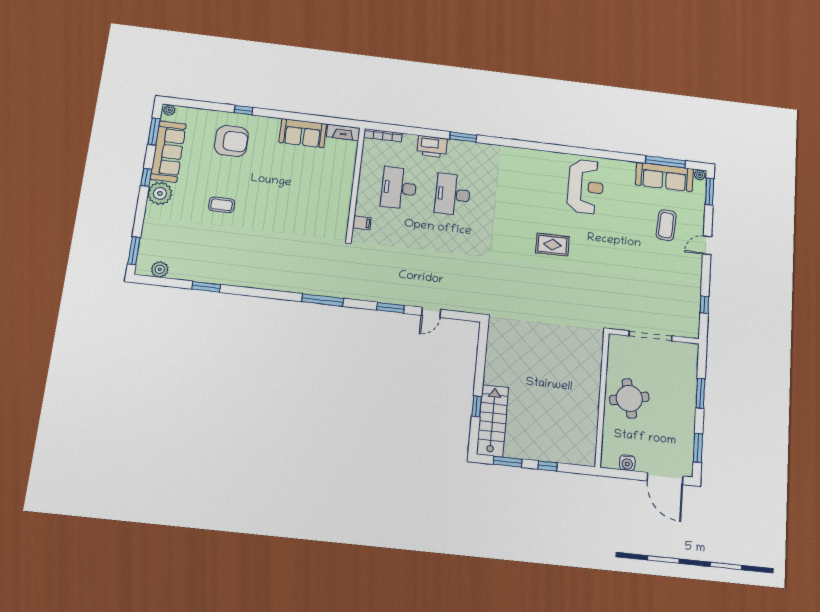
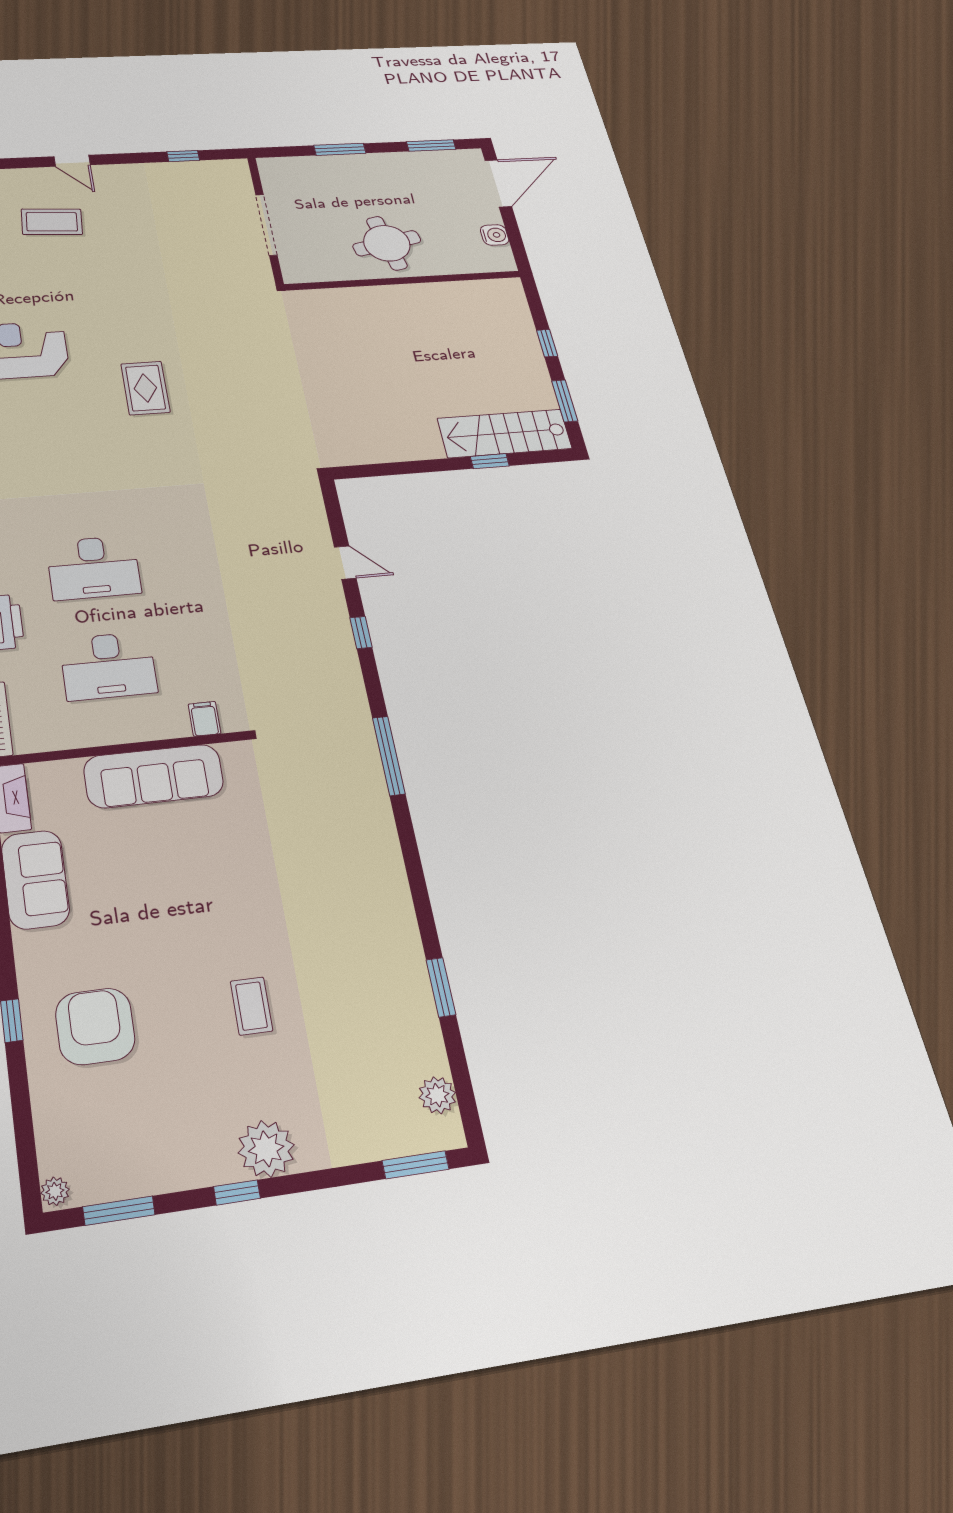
sofa: (168, 151) -> (154, 776), moved, turned 180
window: (391, 308) -> (361, 633), width x0.67

